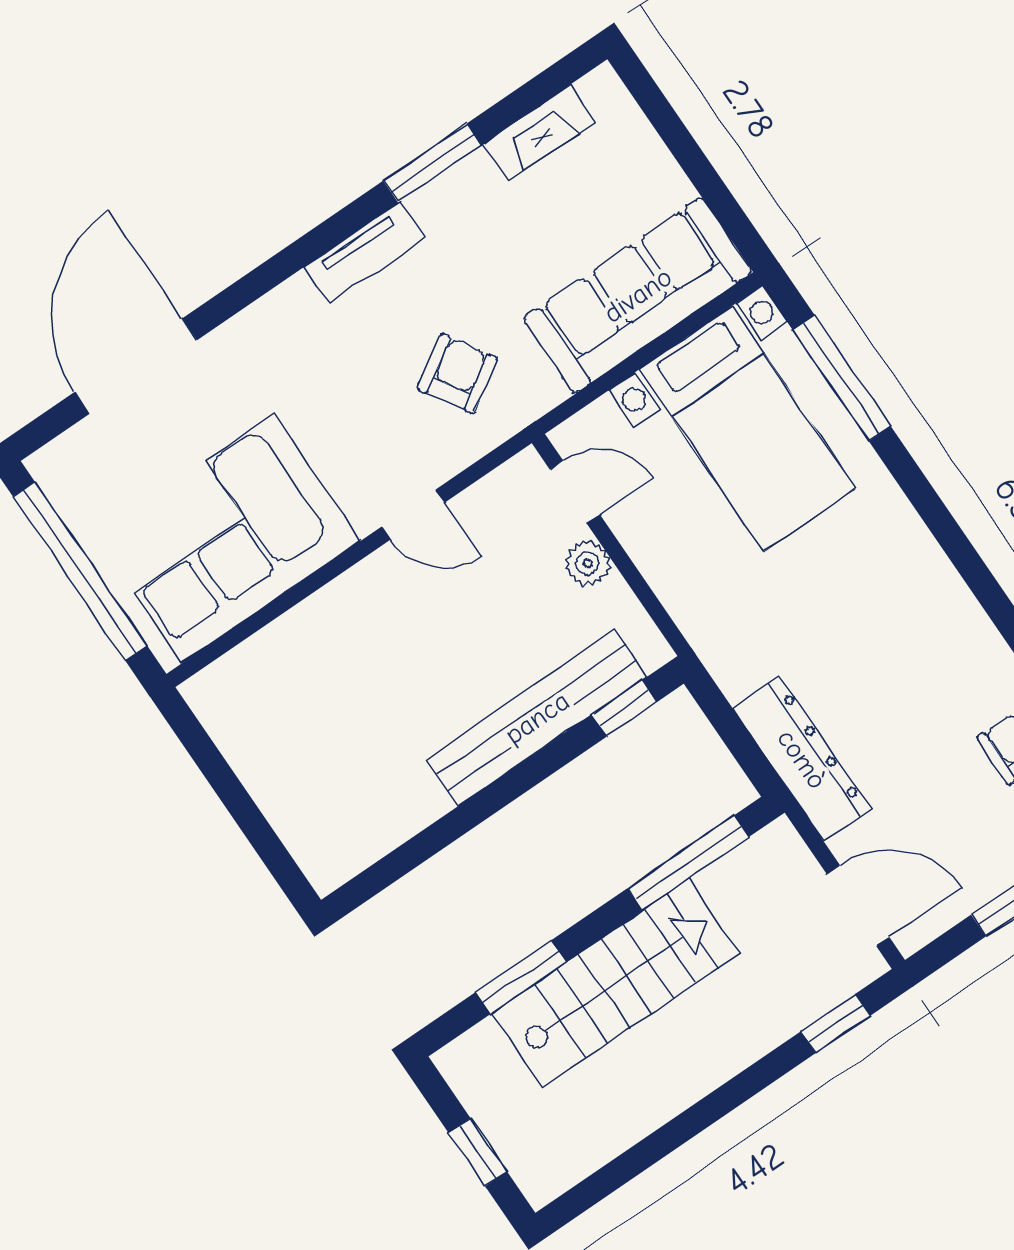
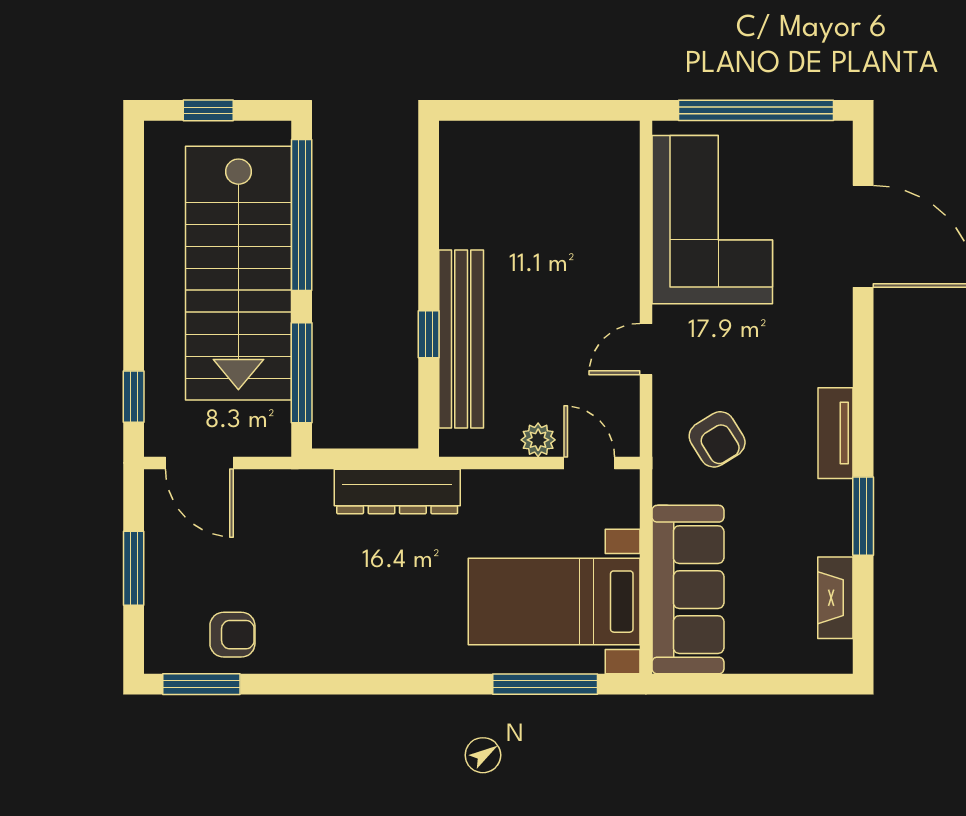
door: (575, 492) -> (589, 463), swing flipped
window: (624, 708) -> (429, 334), moved
dresser: (802, 759) -> (397, 491), moved
door: (858, 906) -> (199, 463), hinge flipped
window: (521, 977) -> (302, 215), width x2.11
stairs: (615, 983) -> (238, 273), width x1.36, depth x1.51

